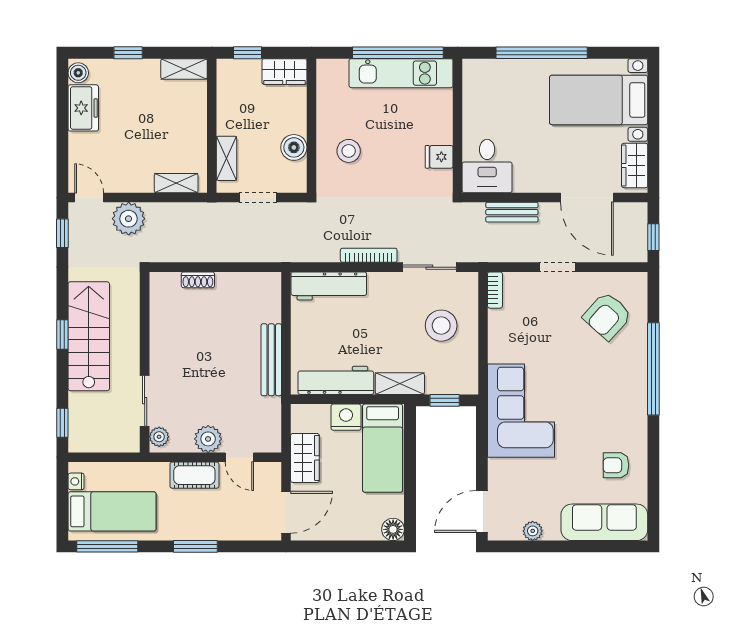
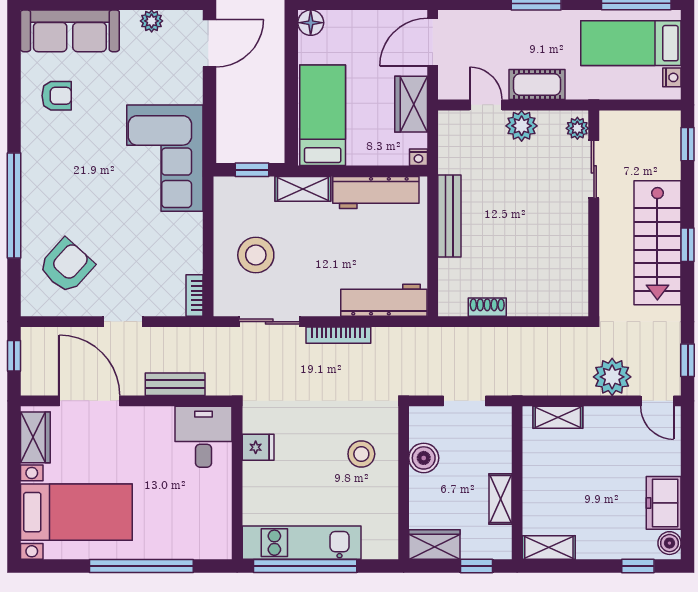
window: (128, 53) -> (638, 566), moved
shelving: (227, 158) -> (500, 499), moved
shoe rack: (198, 280) -> (487, 307), moved
nightstand: (346, 417) -> (418, 157), moved, width x0.53, depth x0.56

